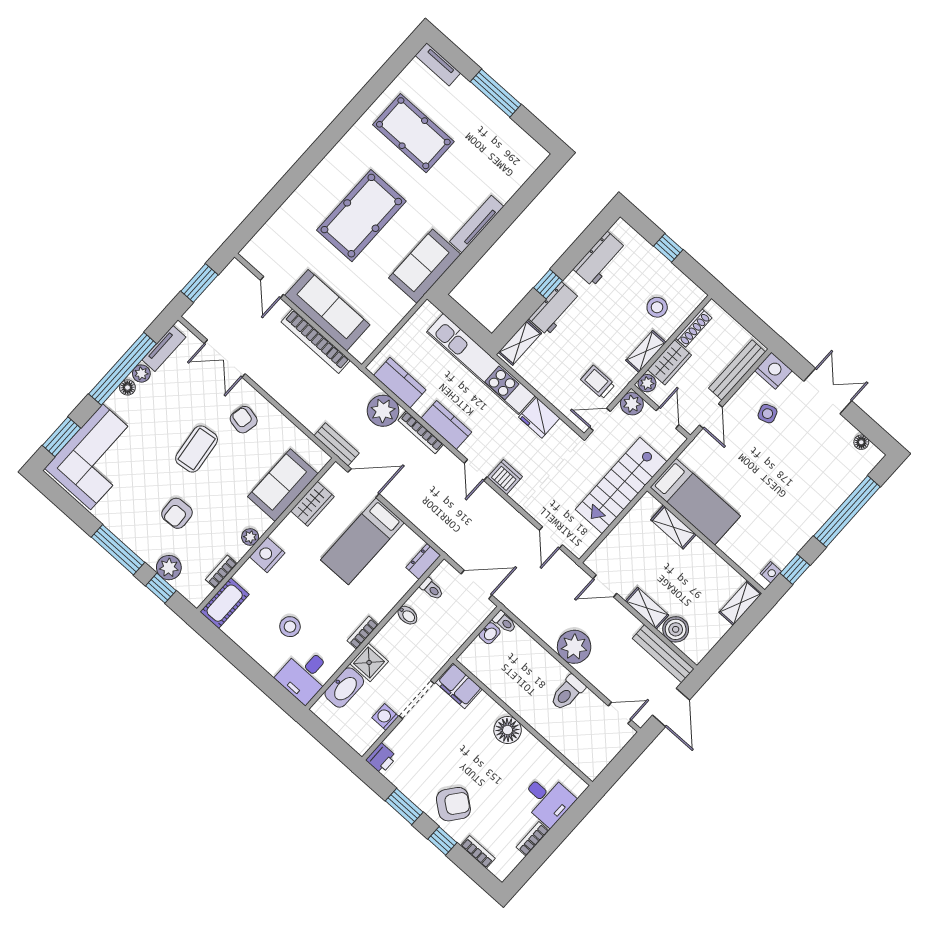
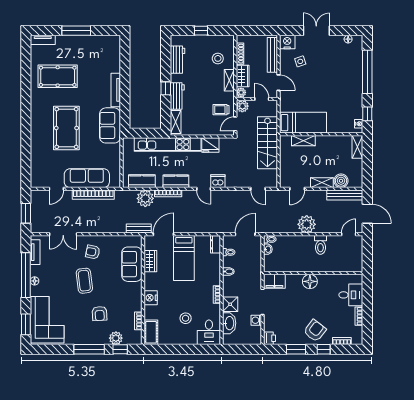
door: (272, 287) -> (56, 189), hinge flipped
plant: (141, 374) -> (35, 270), removed
plant: (250, 537) -> (137, 297), removed

